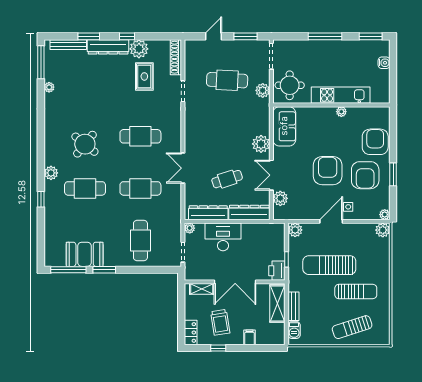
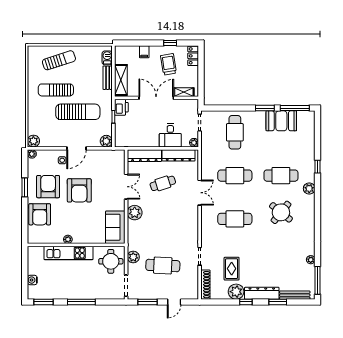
plant: (280, 198) -> (119, 167), removed
desk: (223, 237) -> (170, 135), width x0.73

